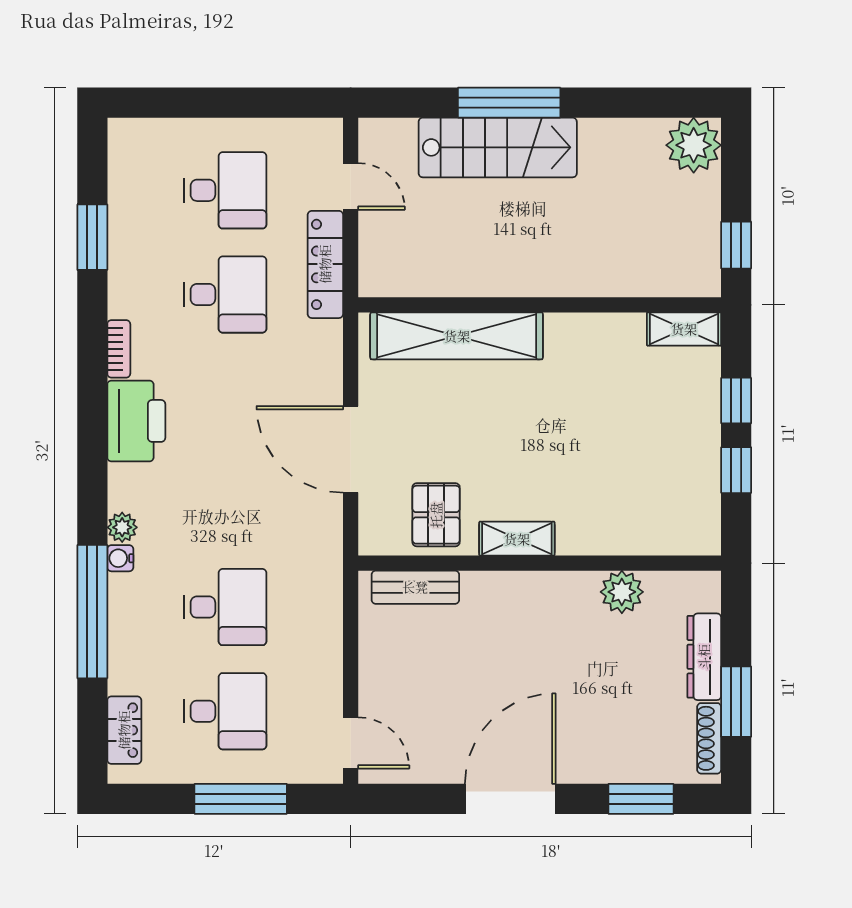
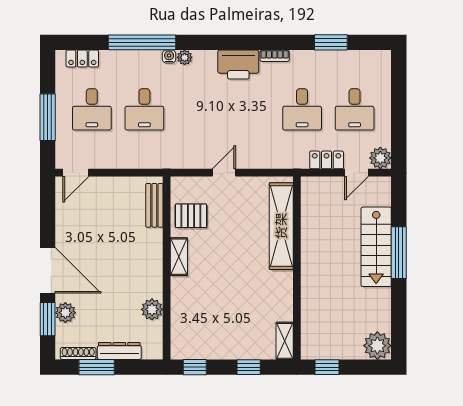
plant: (321, 139) -> (380, 158), added
locker: (325, 264) -> (327, 160), width x0.66
door: (351, 449) -> (224, 173), width x0.53
window: (736, 470) -> (195, 367), moved
plant: (628, 764) -> (65, 313), added
door: (510, 799) -> (48, 270), moved

